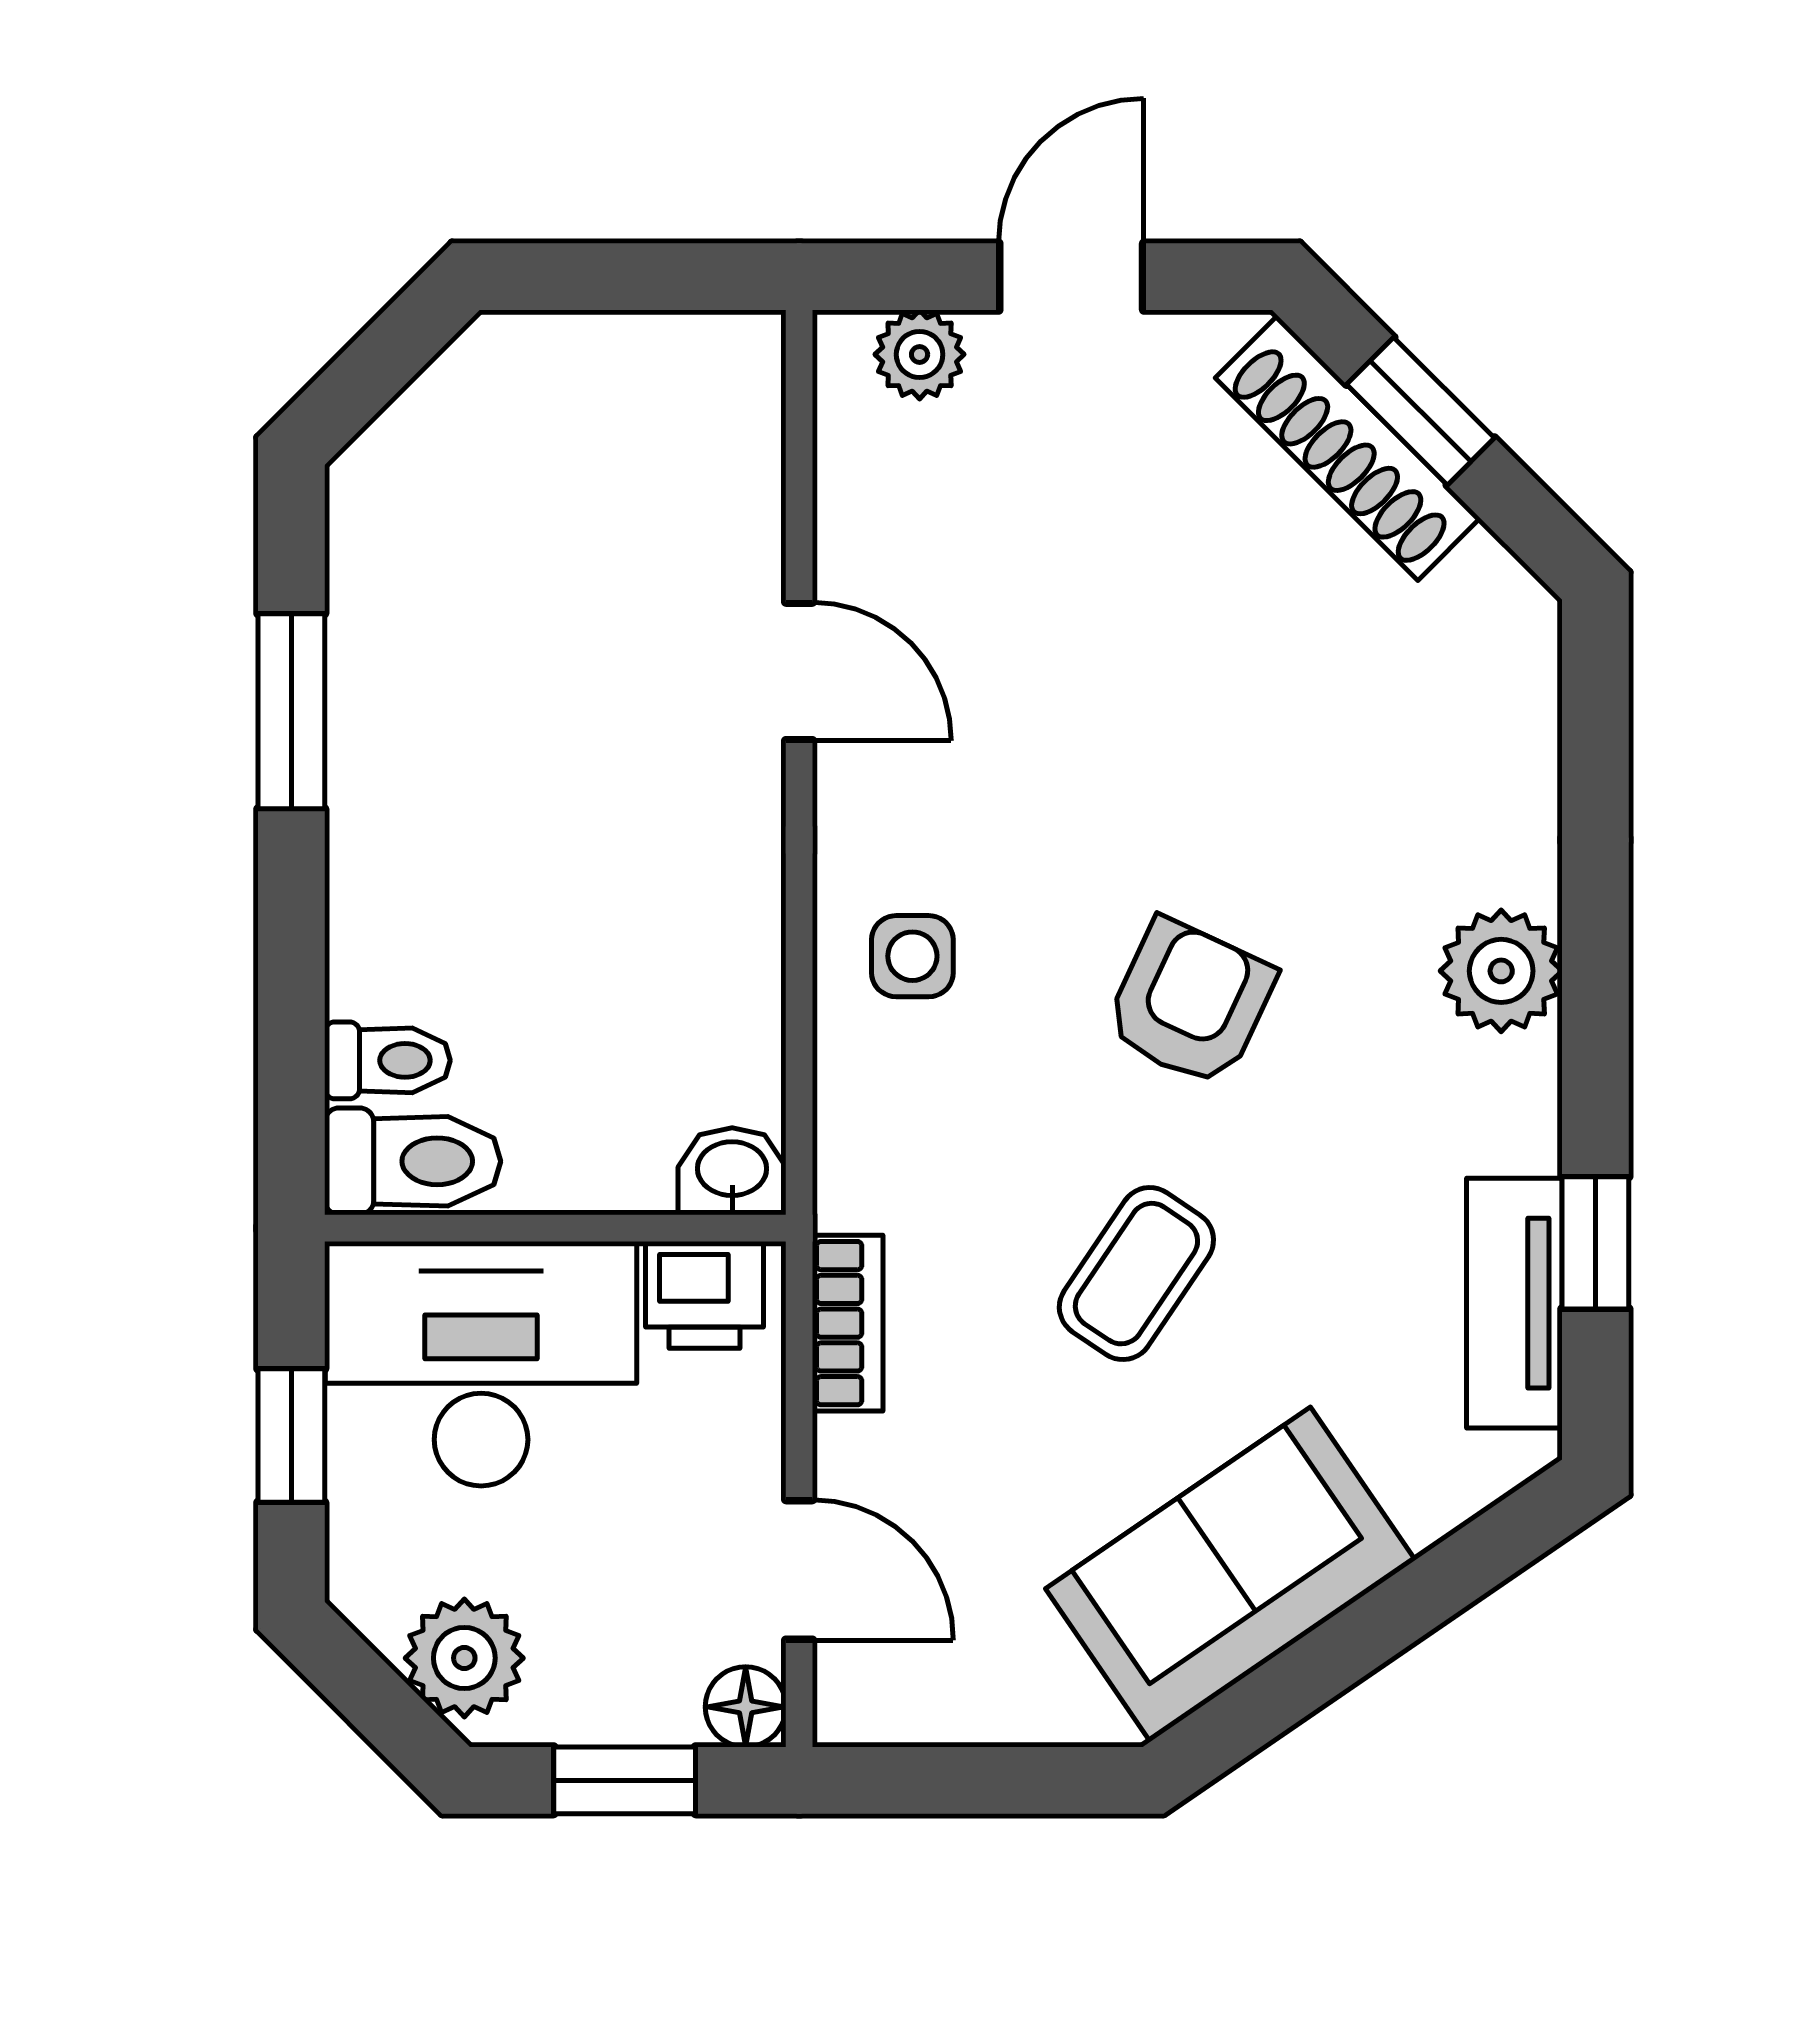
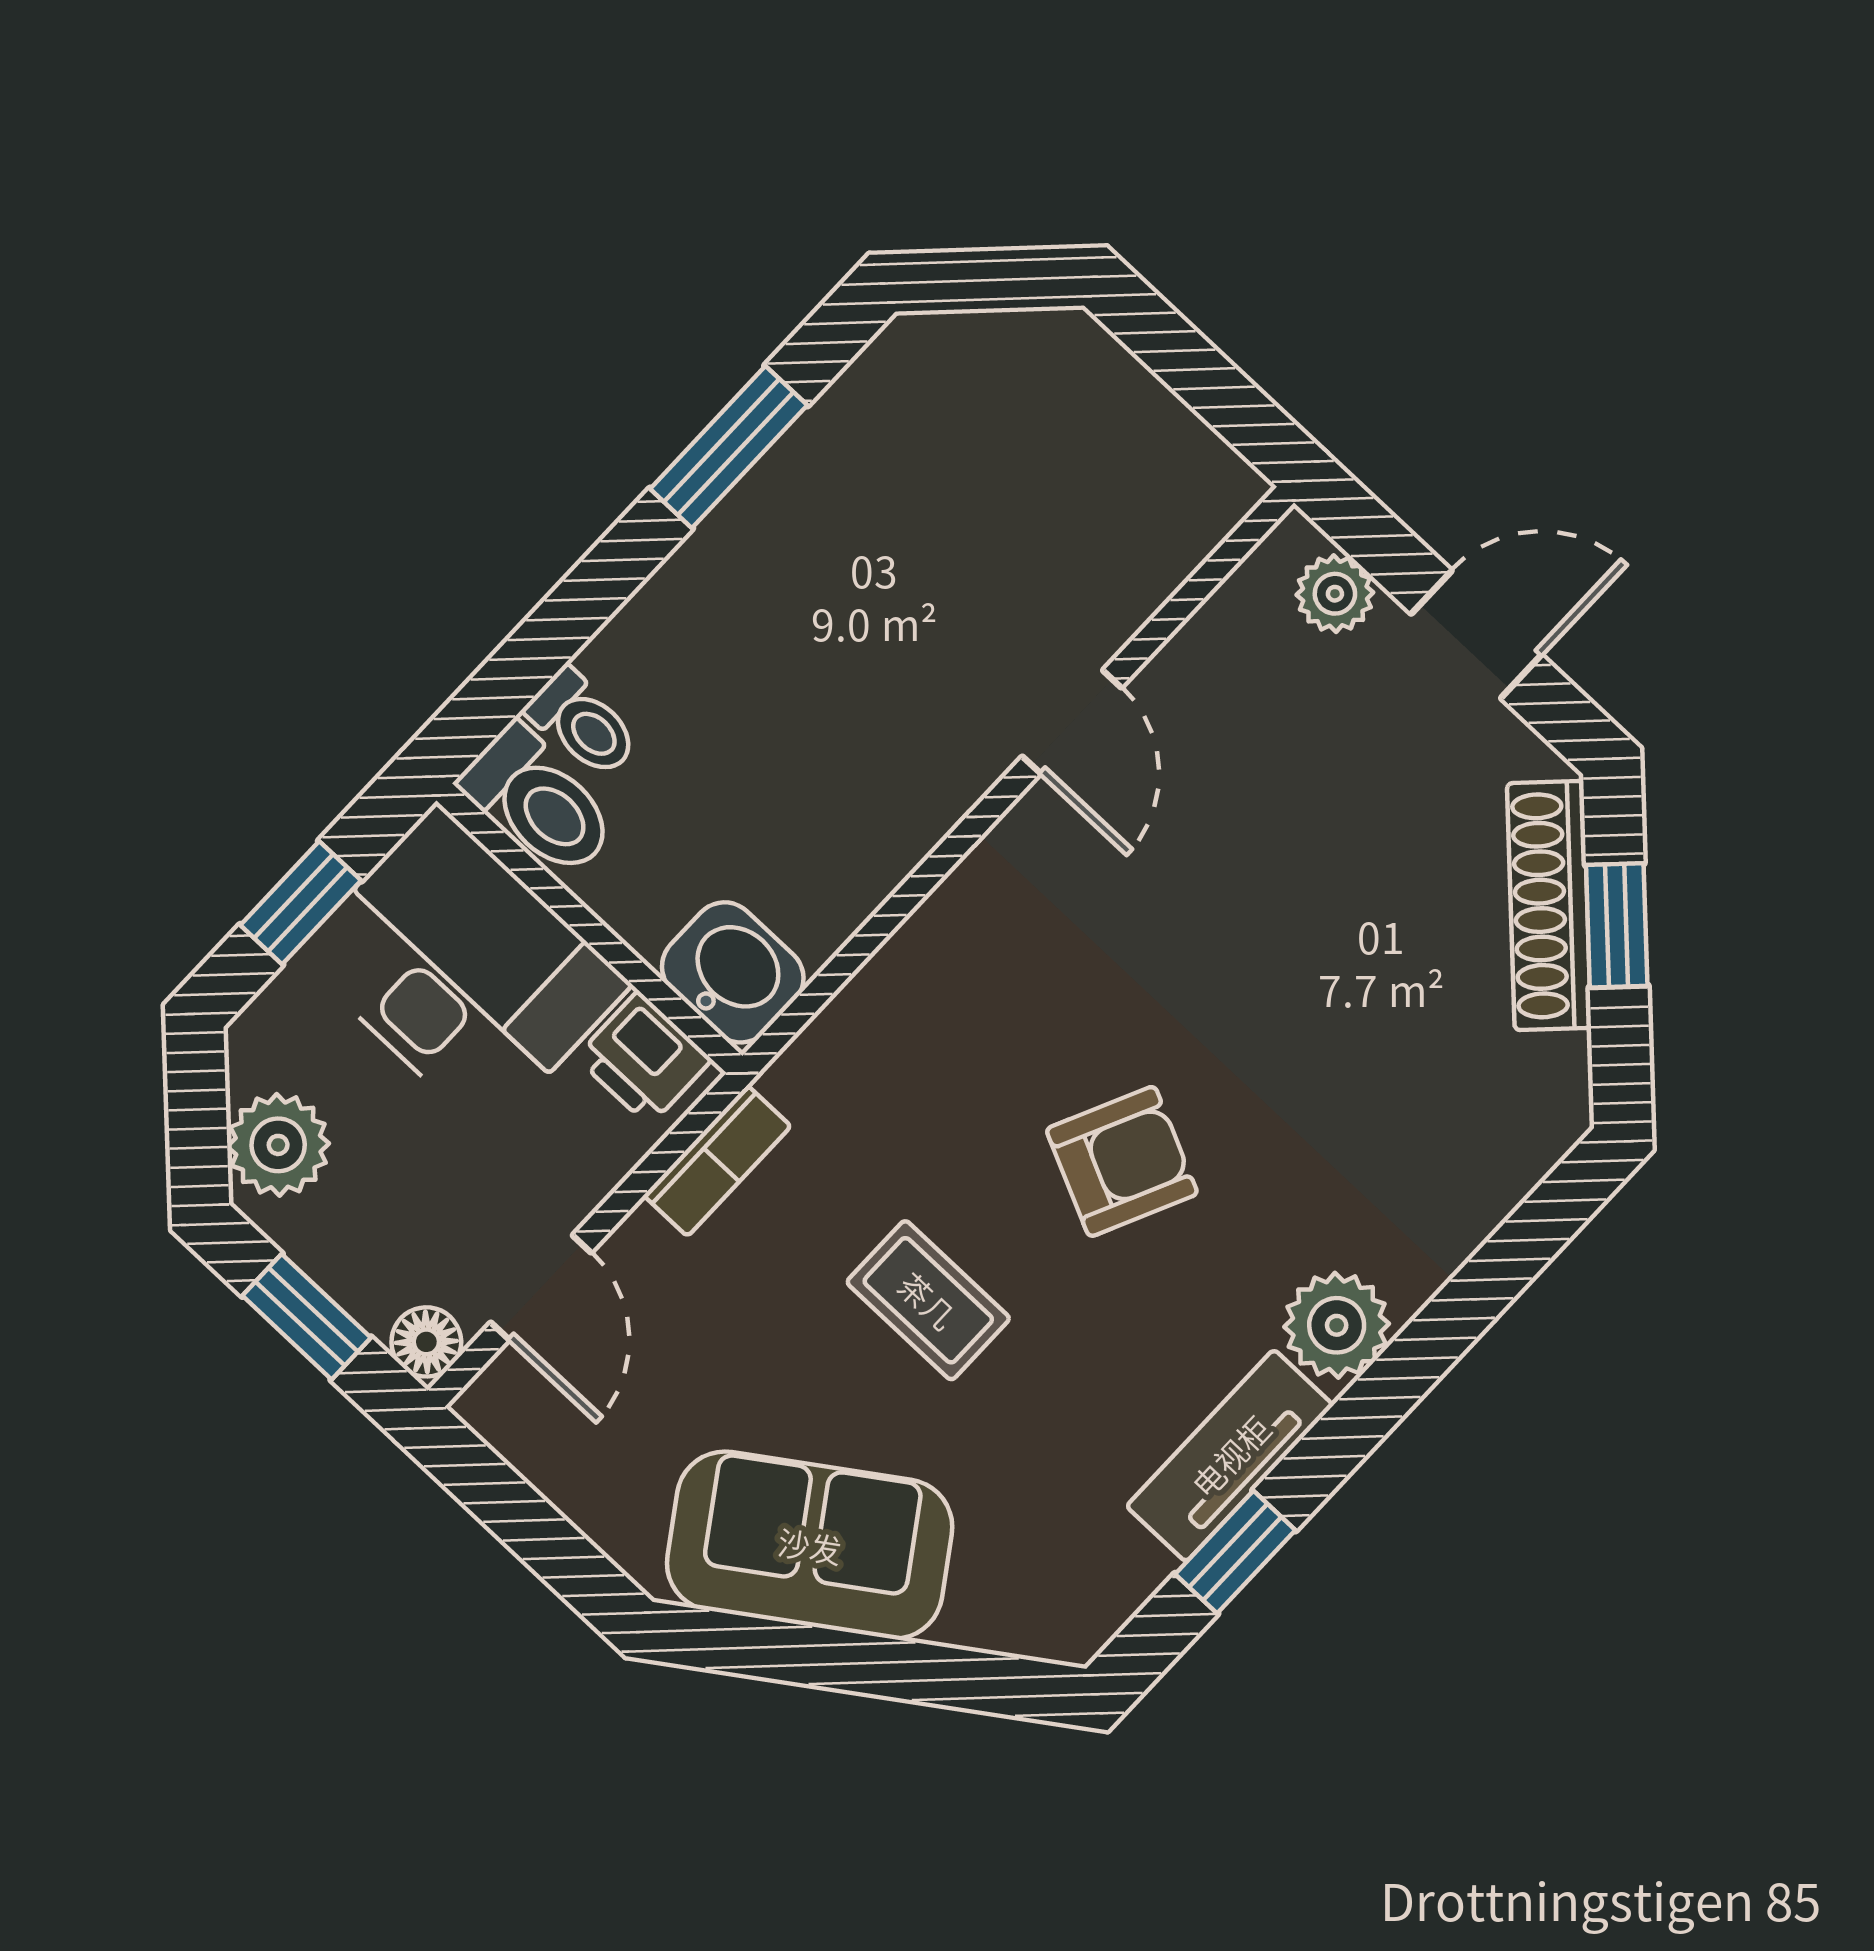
side table: (912, 956) -> (975, 968), removed
washbasin: (732, 1171) -> (733, 972), width x1.38, depth x1.45
coffee table: (1136, 1274) -> (928, 1300), turned 56
tv unit: (1514, 1303) -> (1230, 1456), moved

